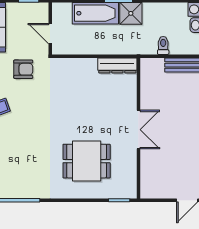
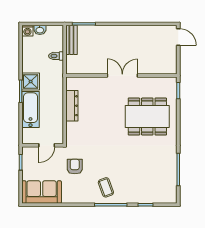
dresser: (117, 66) -> (72, 106), moved
dining table: (87, 161) -> (147, 117), width x1.37

